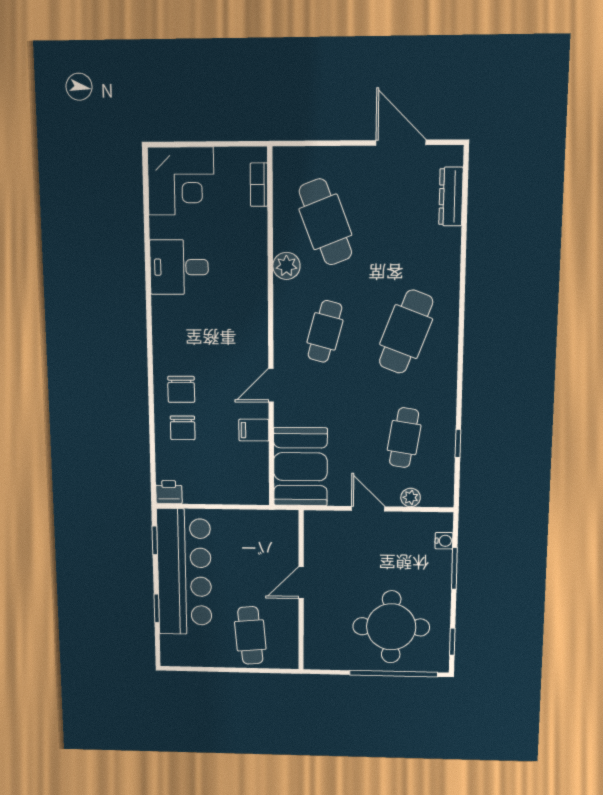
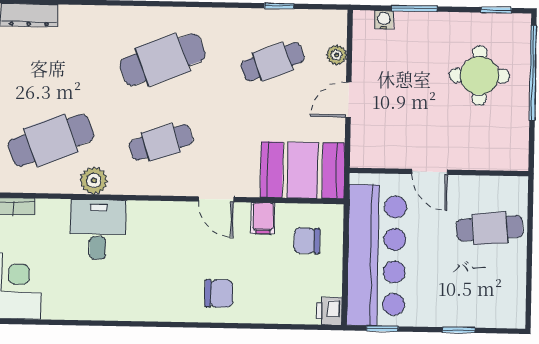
desk: (179, 267) -> (98, 229), moved, turned 180
cafe table: (325, 331) -> (161, 142), turned -33
cafe table: (406, 332) -> (163, 60), turned -42
chair: (183, 428) -> (307, 241), moved, turned 180
cafe table: (404, 438) -> (273, 62), turned -30
bar counter: (184, 572) -> (377, 255), moved, turned 90
round table: (391, 627) -> (480, 76), width x0.73, depth x0.73

